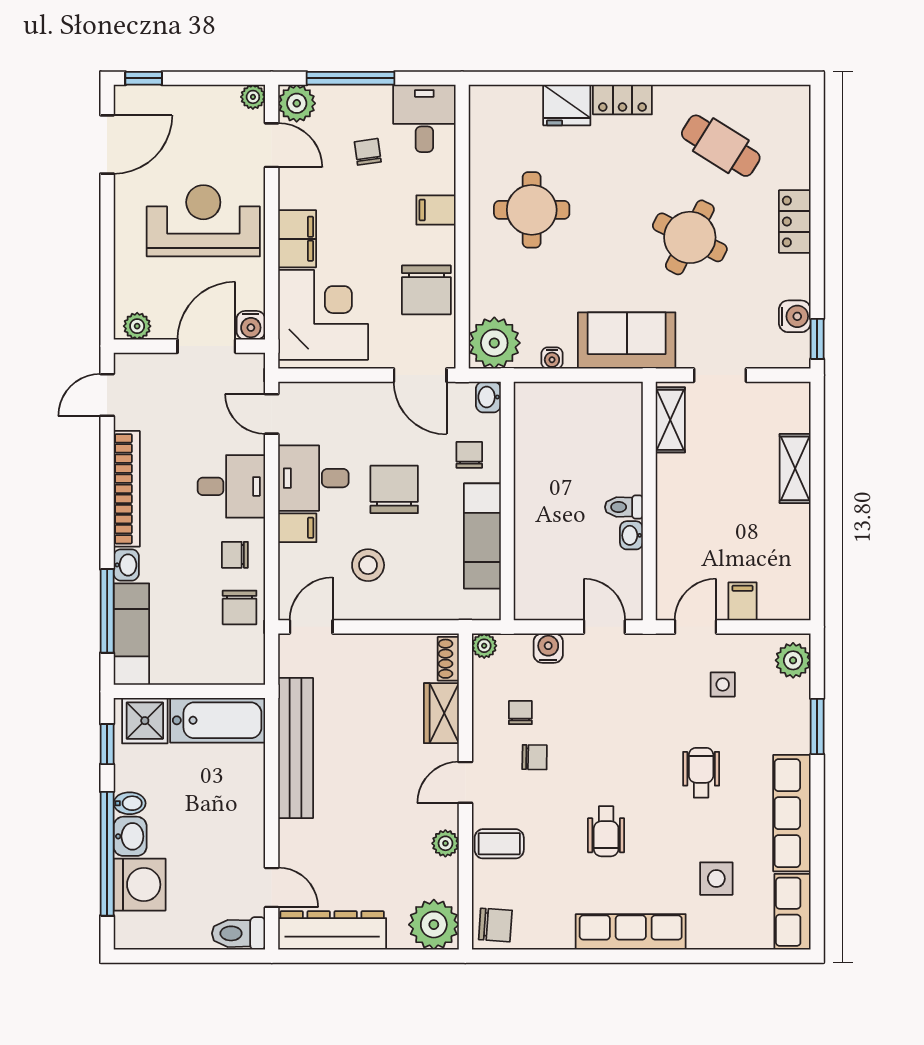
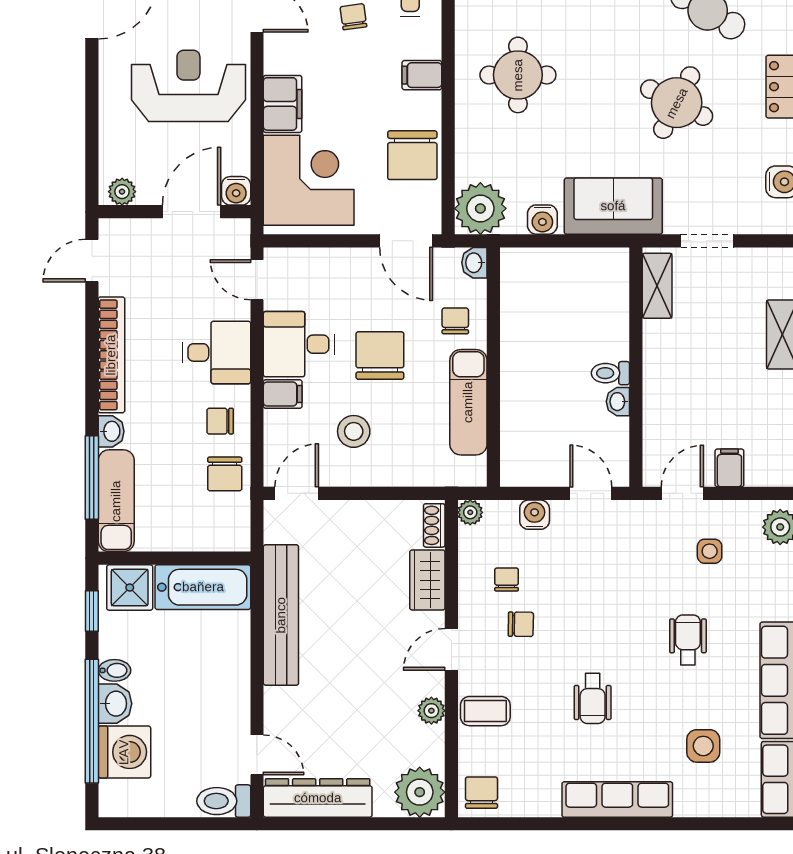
water cooler: (552, 358) -> (542, 220), width x1.38, depth x1.38
chair: (495, 925) -> (481, 793), turned -94

